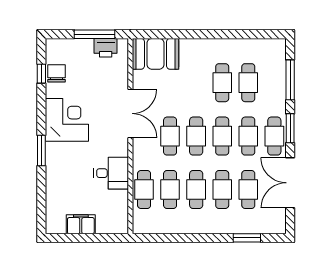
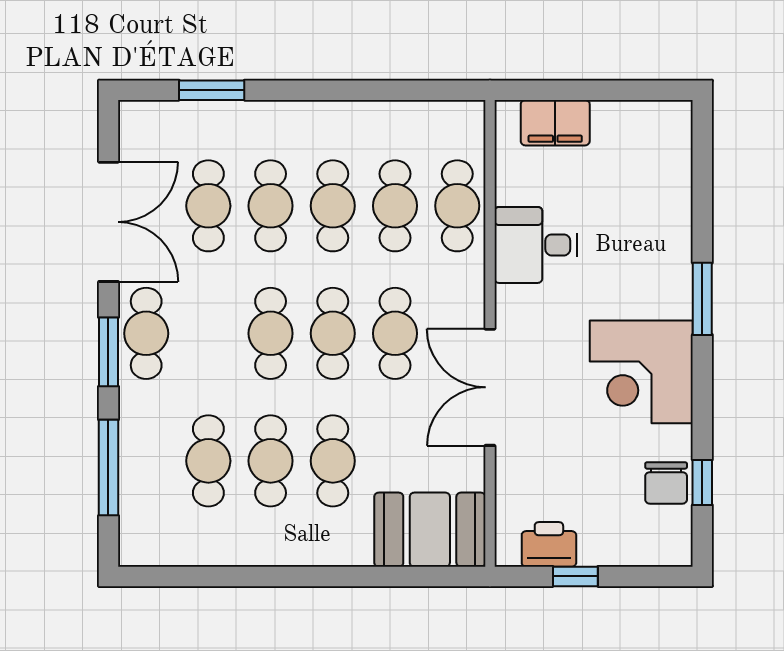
window: (95, 34) -> (575, 576), width x0.46
cafe table: (248, 136) -> (333, 461), moved
filing cabinet: (81, 224) -> (555, 123), moved

